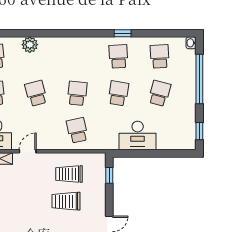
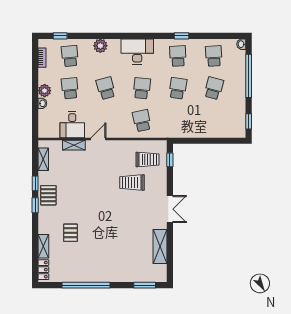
desk: (138, 135) -> (137, 51), moved, turned 180
trolley: (69, 174) -> (147, 160), moved, turned 180

